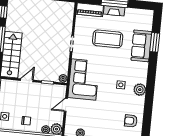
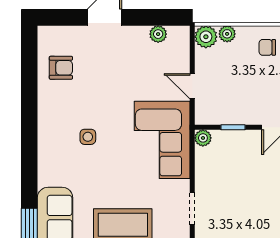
plant: (140, 90) -> (49, 131), removed
door: (66, 105) -> (192, 86), swing flipped

